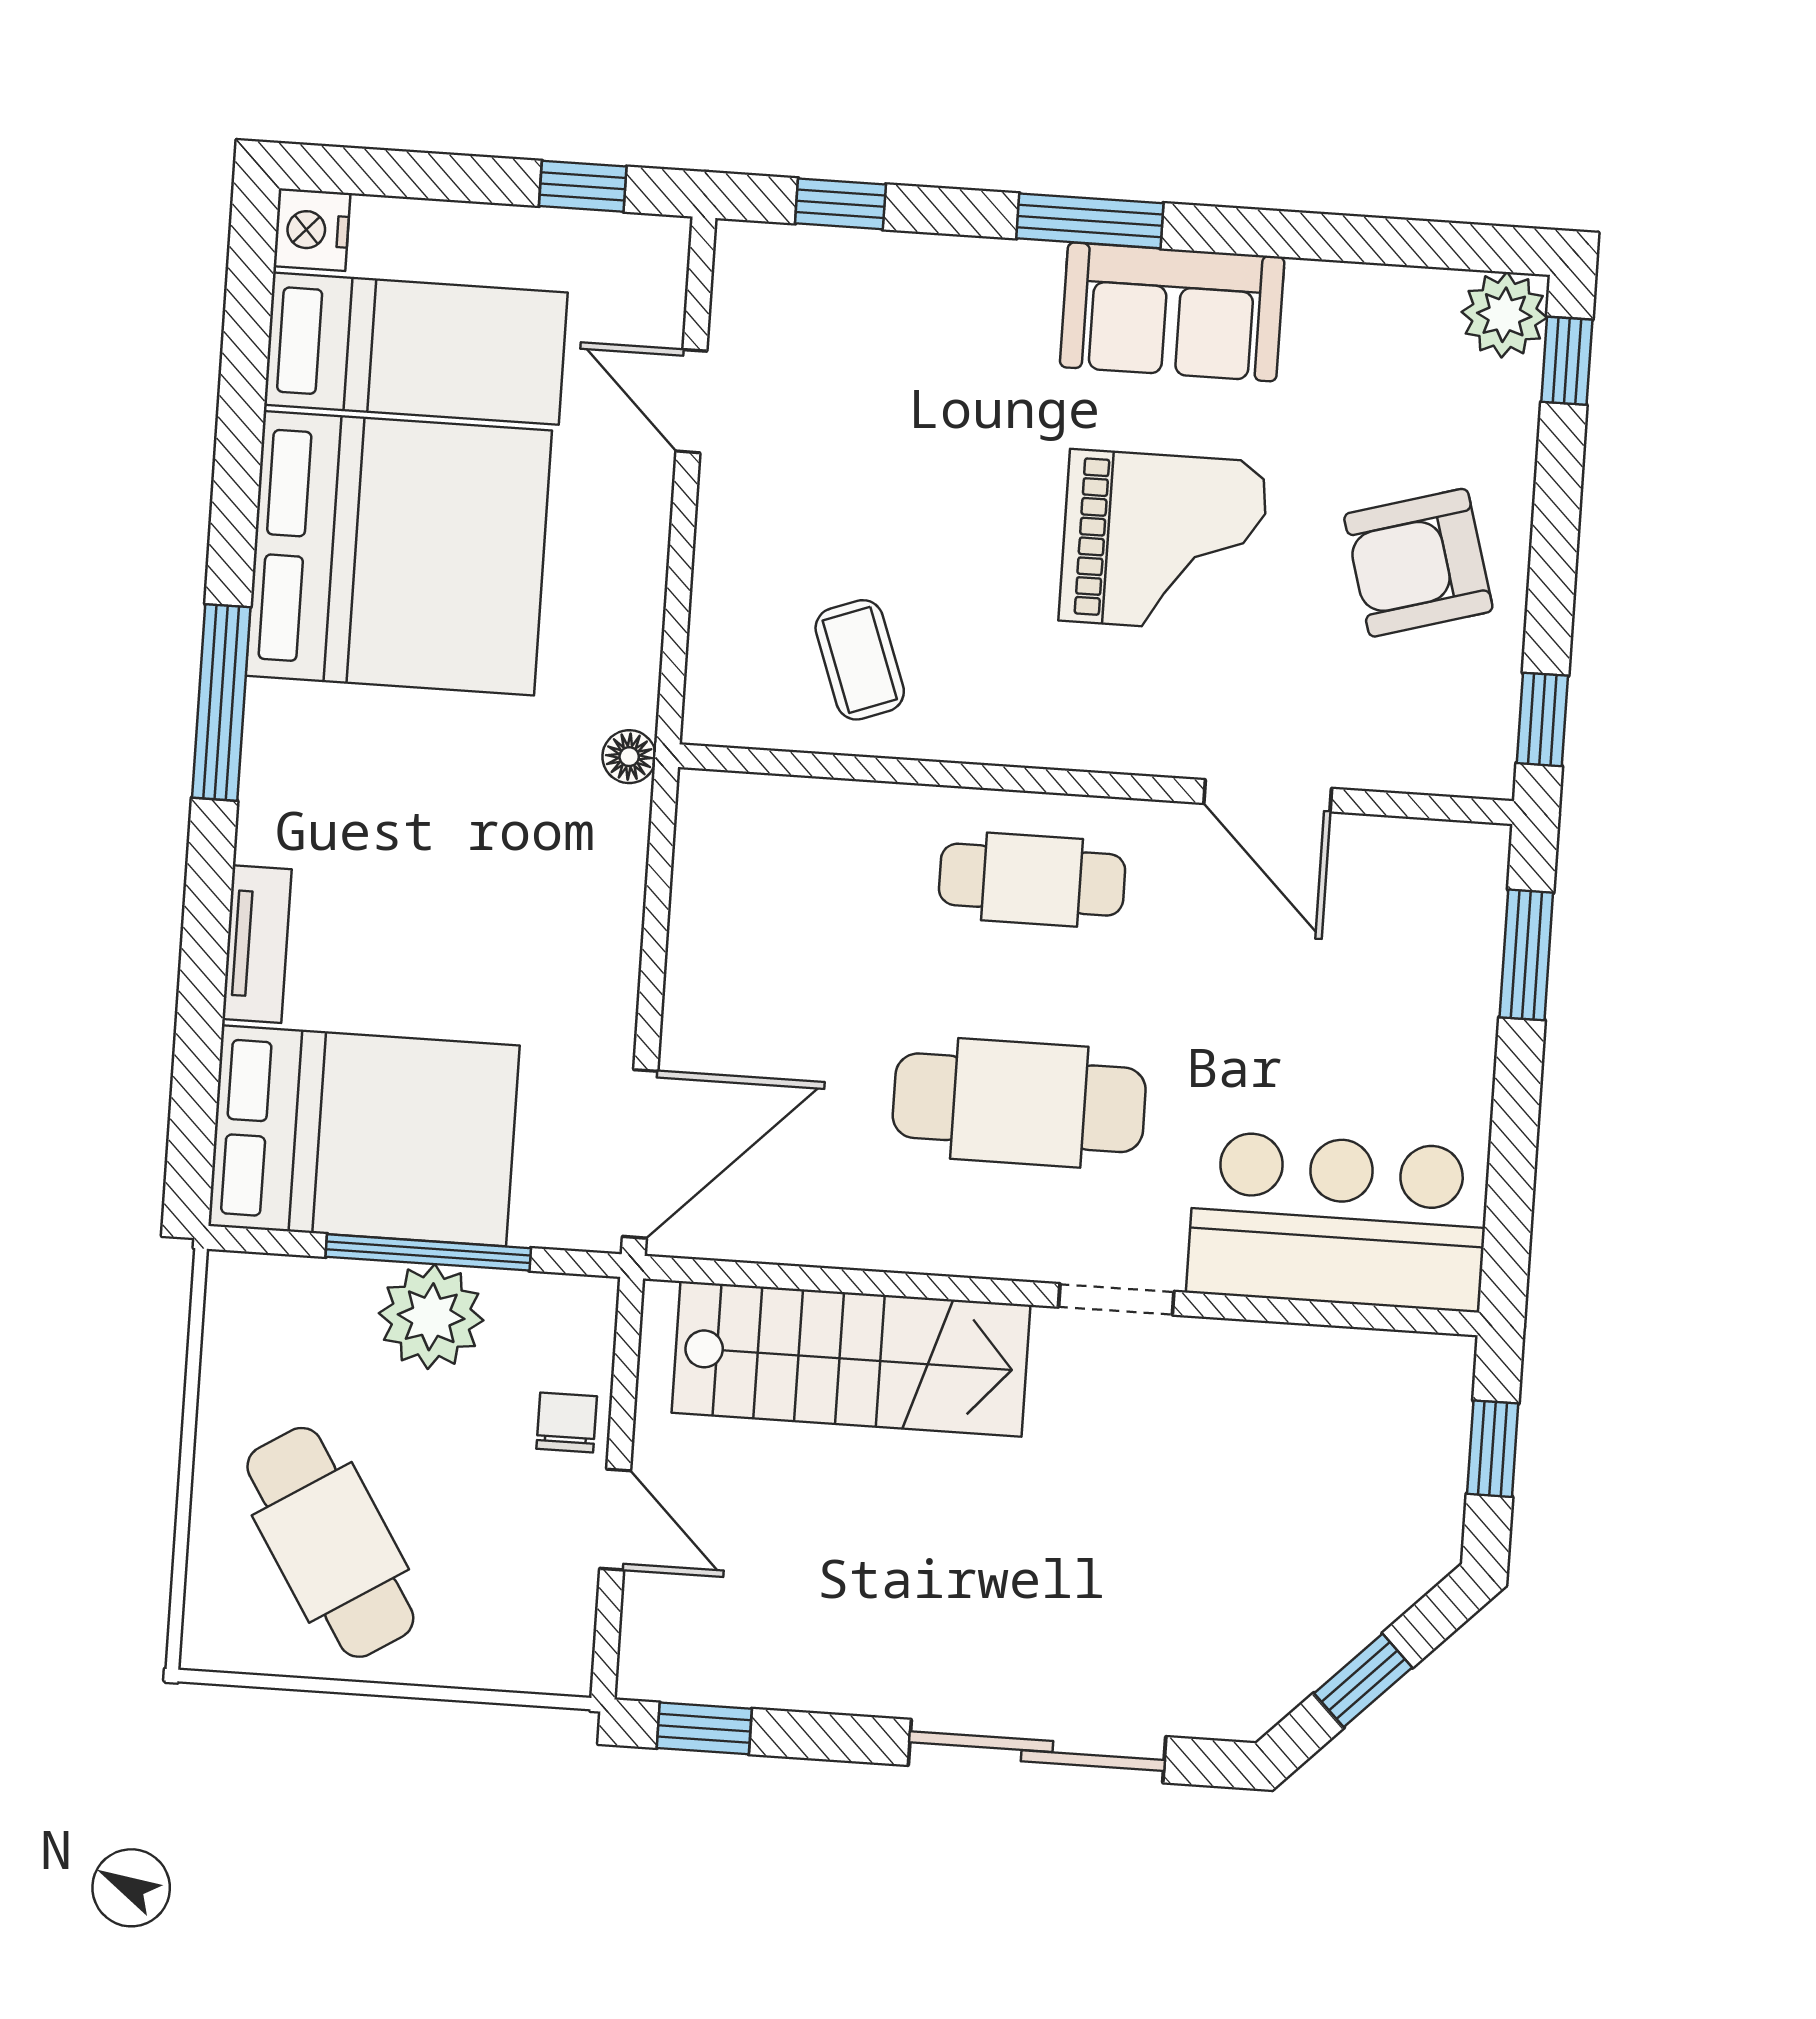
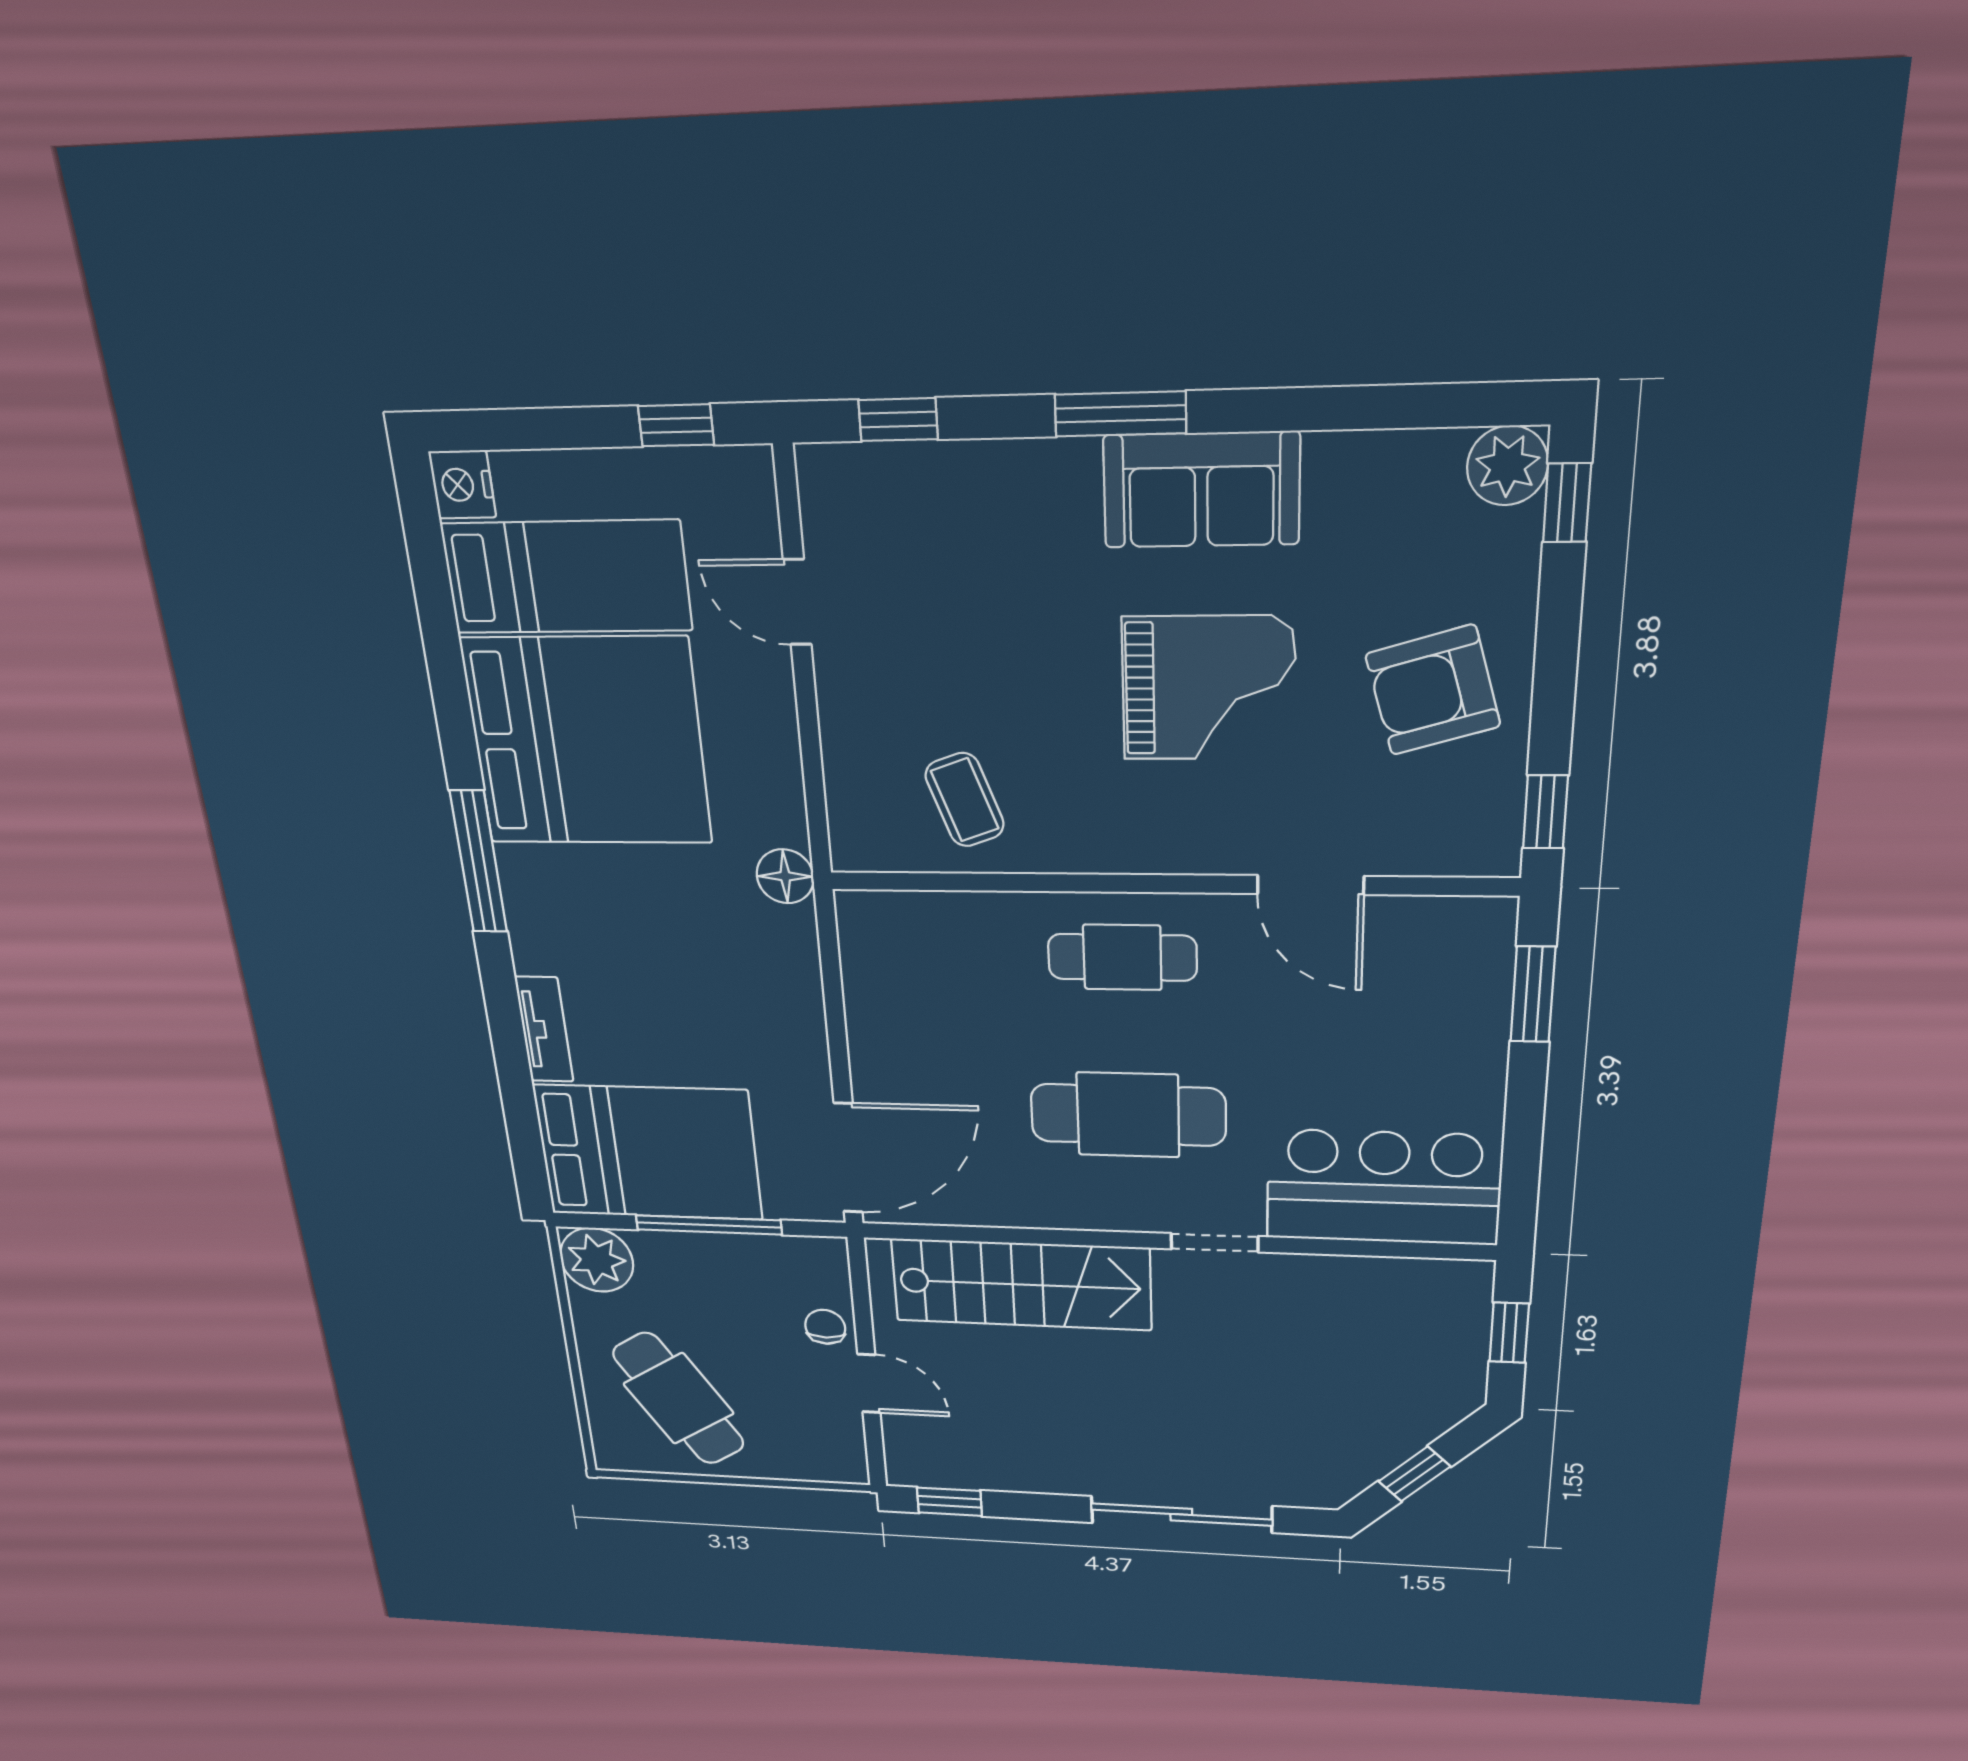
floor lamp: (629, 757) -> (785, 876), width x1.37, depth x1.37
plant: (431, 1317) -> (597, 1260), moved

